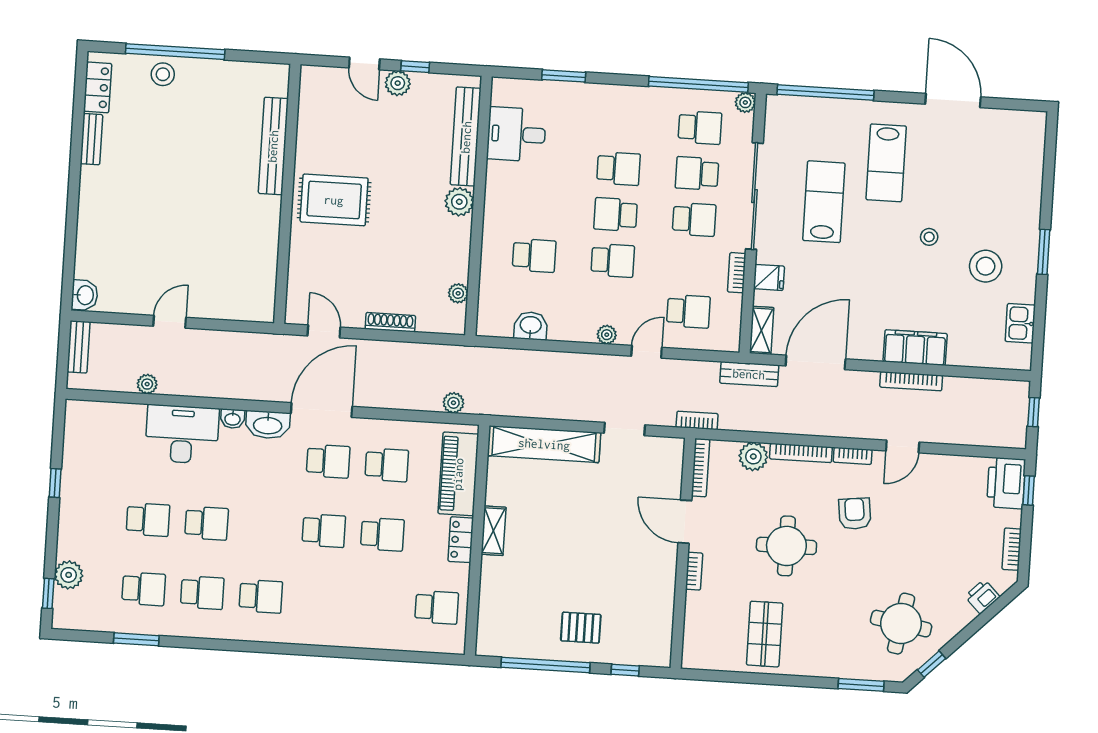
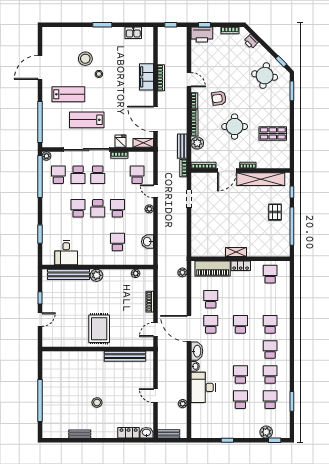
stool: (163, 74) -> (97, 402), moved
plant: (398, 83) -> (48, 305), removed
locker: (98, 87) -> (129, 433), moved
bench: (273, 146) -> (125, 356), moved
school desk: (694, 219) -> (98, 175), turned 180
stool: (986, 266) -> (85, 59), moved
bench: (749, 374) -> (182, 146), moved
shelving: (544, 444) -> (261, 179), moved, turned 90
school desk: (382, 534) -> (270, 324), moved

